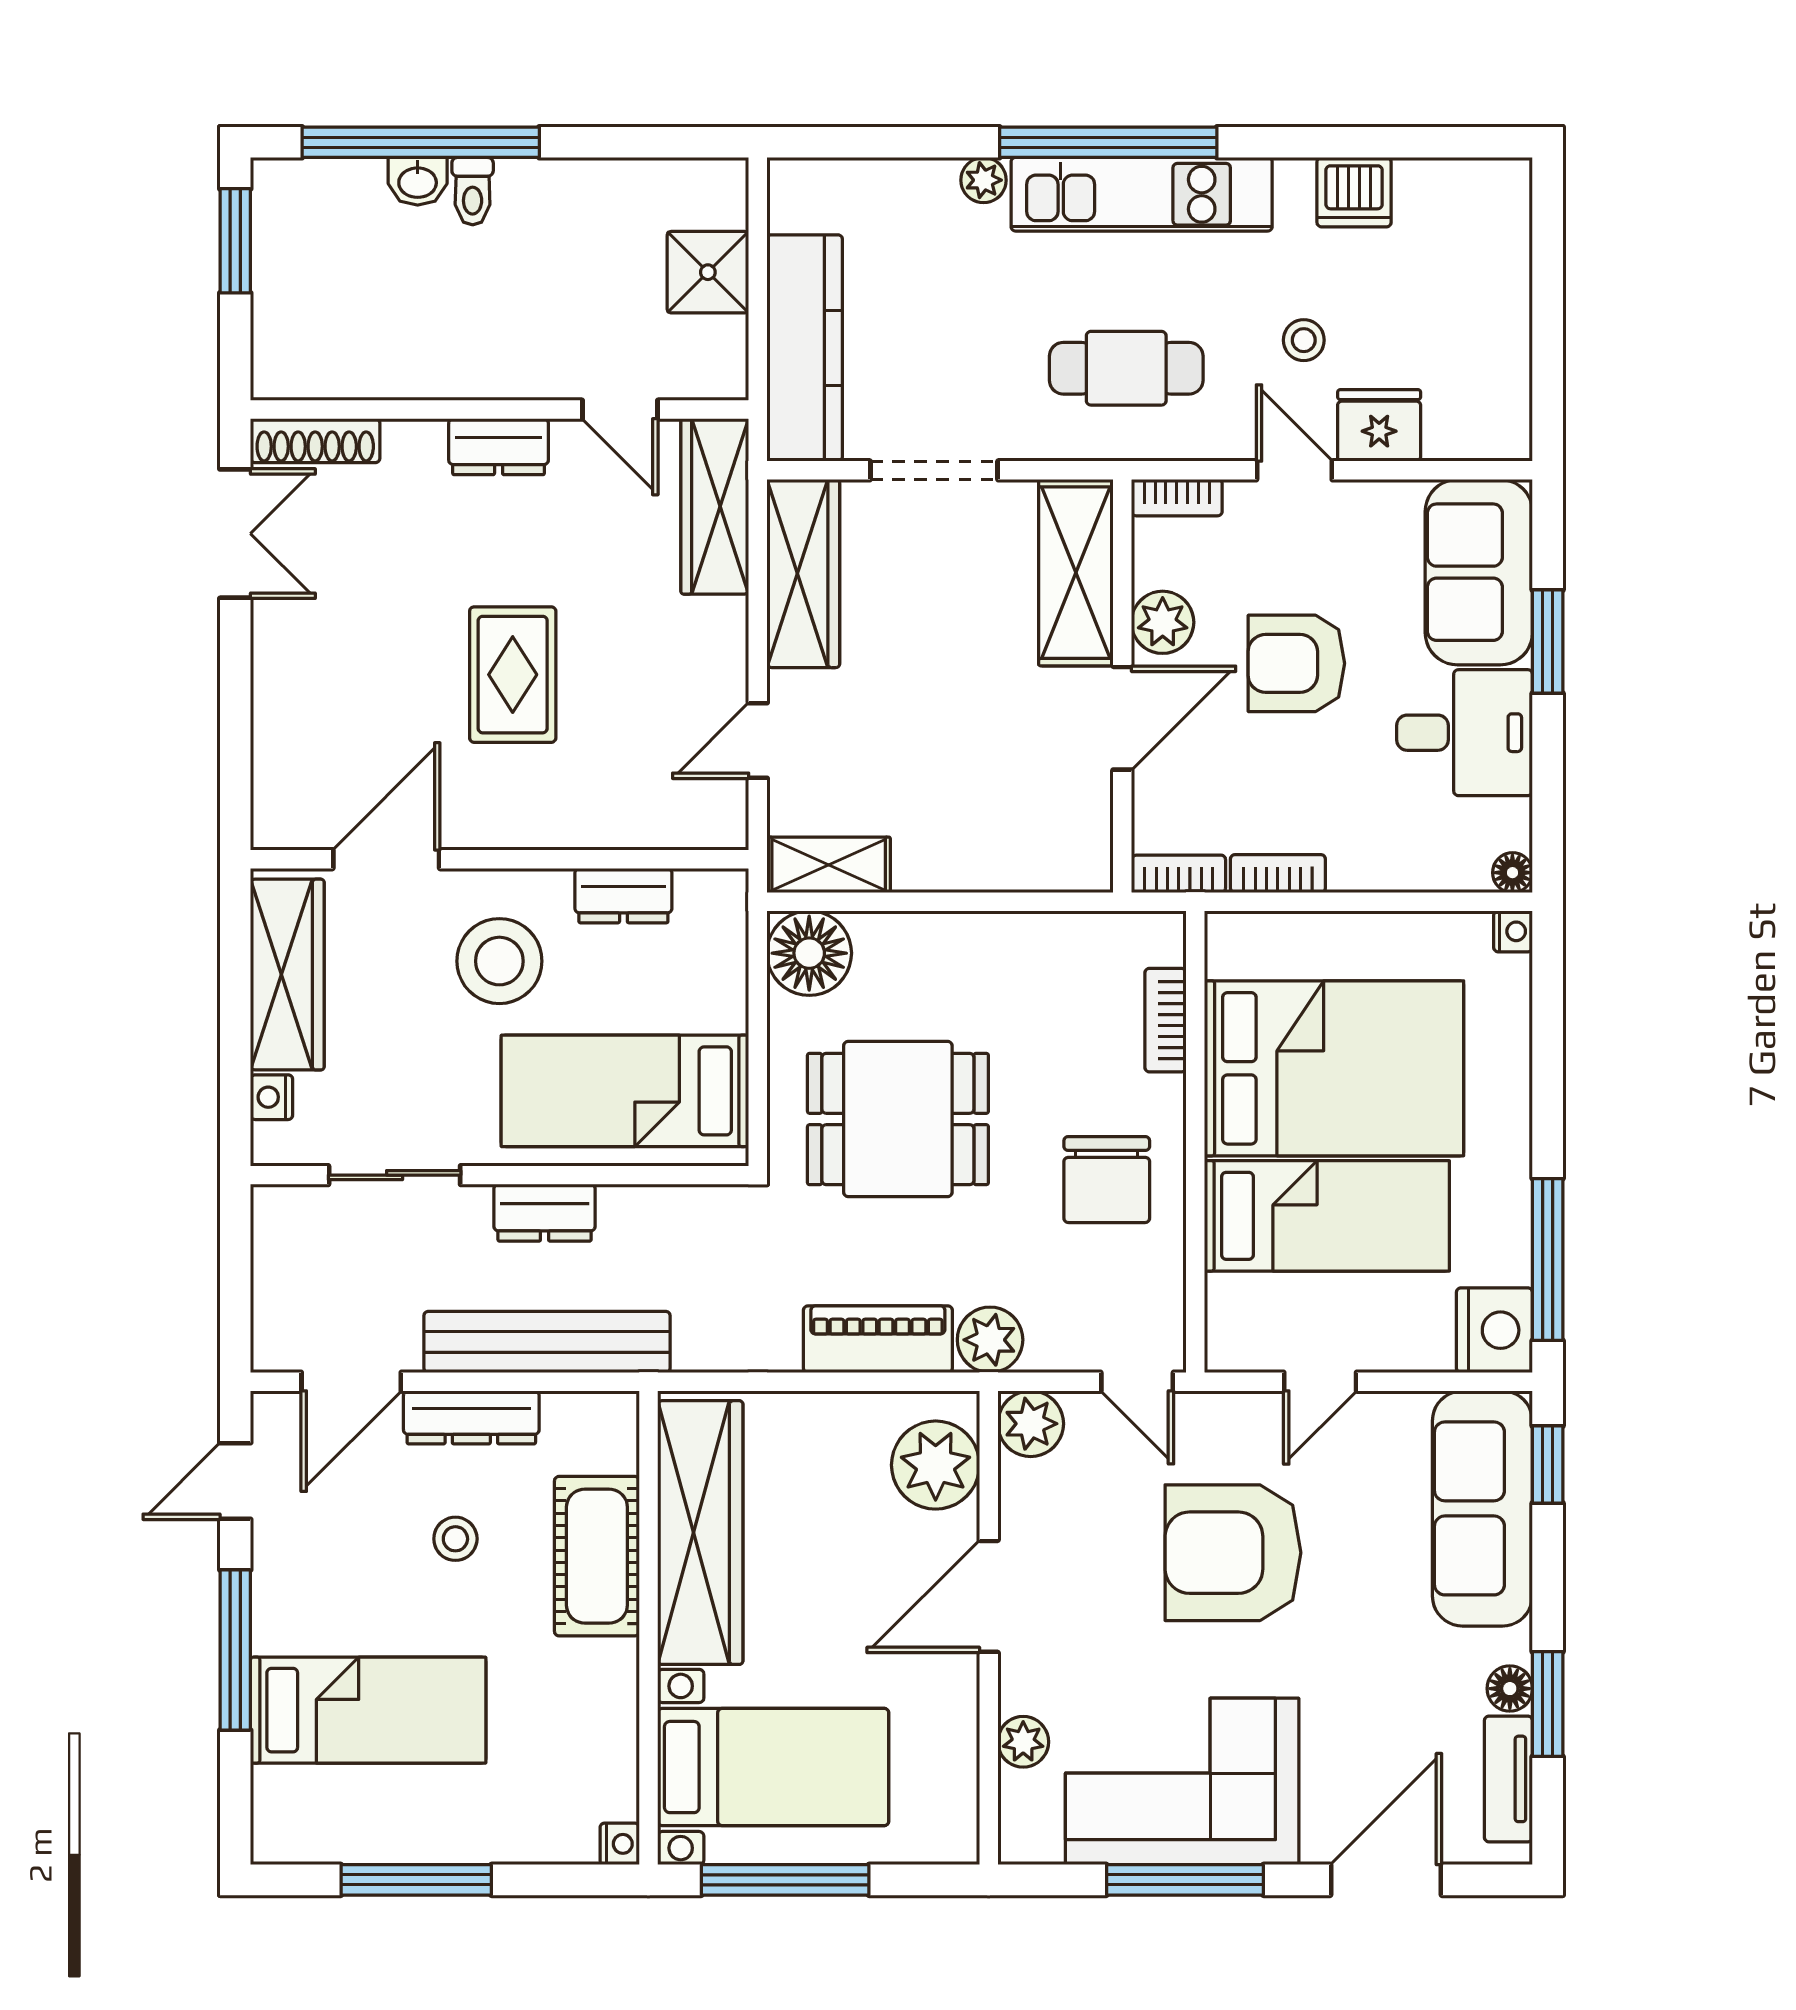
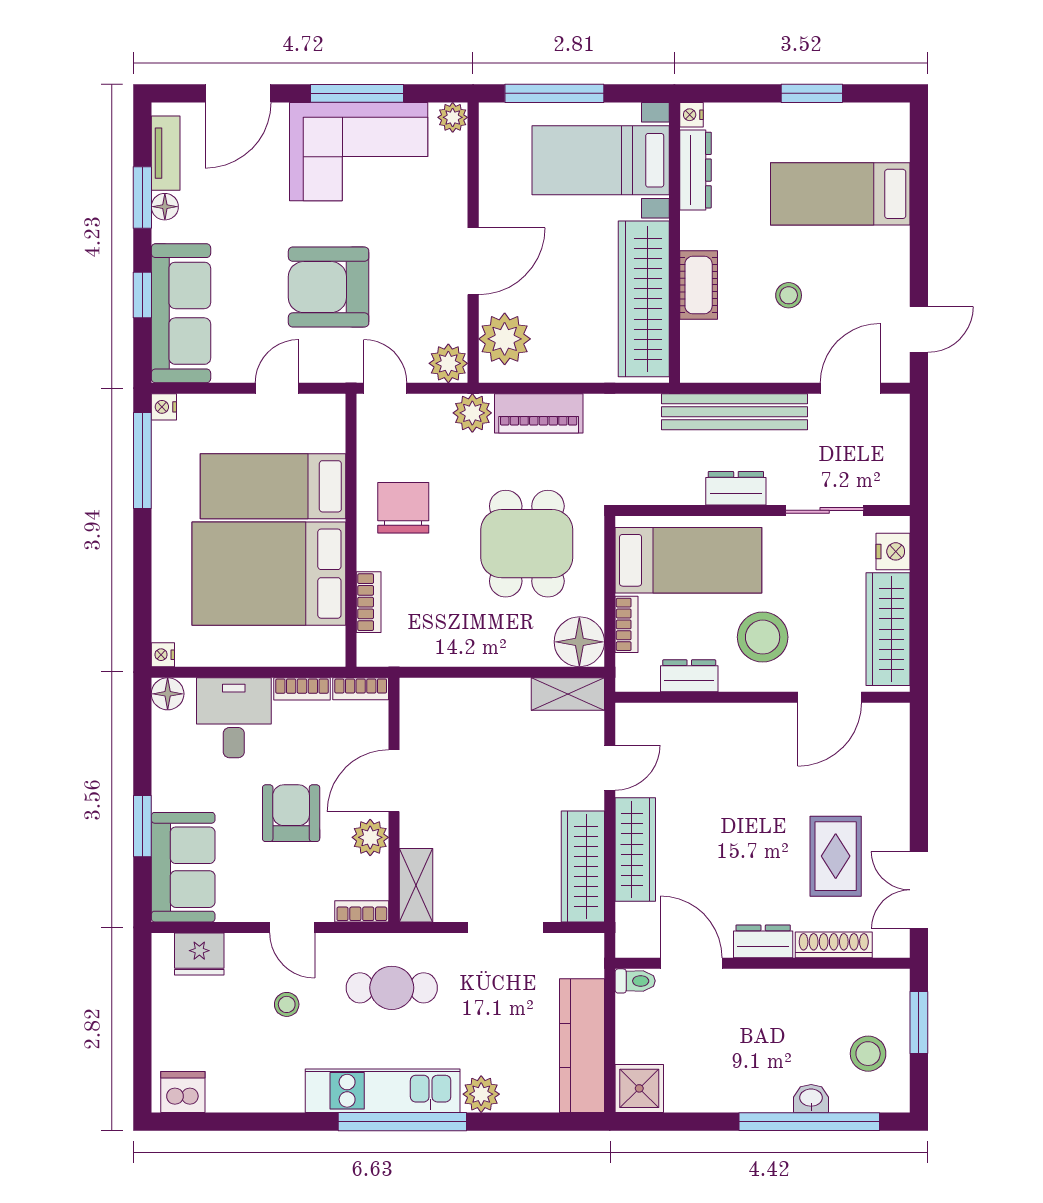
plant: (984, 180) -> (481, 1094), width x1.38, depth x1.38
toilet: (473, 191) -> (635, 981), moved, turned 90
dishwasher: (1354, 192) -> (183, 1092), moved
window: (235, 241) -> (919, 1023), moved
stool: (321, 257) -> (868, 1054), added
shower: (708, 272) -> (639, 1088), moved
kitchen counter: (805, 348) -> (582, 1046), moved
door: (620, 410) -> (691, 963), width x1.38
fridge: (1379, 425) -> (199, 954), moved
shoe rack: (315, 441) -> (834, 945), moved
wardrobe: (715, 506) -> (635, 850), moved
shelving: (1076, 573) -> (416, 885), width x0.67, depth x0.75
armchair: (1296, 663) -> (291, 813), turned -90
rug: (513, 675) -> (836, 856), moved
desk: (1465, 733) -> (234, 718), moved, turned 90
floor lamp: (1512, 873) -> (168, 694), width x1.37, depth x1.37
bookcase: (730, 982) -> (626, 624), added
nightstand: (272, 1097) -> (893, 551), width x1.39, depth x1.35
dining table: (898, 1119) -> (527, 544), turned 90
nightstand: (1494, 1330) -> (164, 407), width x0.53, depth x0.56
dresser: (471, 1417) -> (696, 170), moved, turned 90
window: (1548, 1465) -> (142, 295), moved
armchair: (1233, 1553) -> (329, 287), turned 180
cot: (597, 1556) -> (699, 285), width x0.73, depth x0.75
window: (235, 1650) -> (919, 229), removed
plant: (1023, 1742) -> (453, 117), moved
window: (416, 1880) -> (812, 93), width x0.69
window: (785, 1880) -> (554, 93), moved

